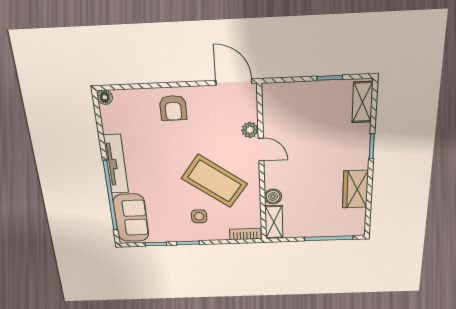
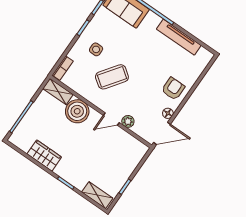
floor lamp: (105, 97) -> (168, 113), moved
armchair: (173, 108) -> (173, 89), turned 90
tv unit: (116, 164) -> (179, 37), moved
coffee table: (214, 181) -> (112, 77), width x0.73, depth x0.76
boiler: (273, 196) -> (77, 111), width x1.86, depth x1.86

